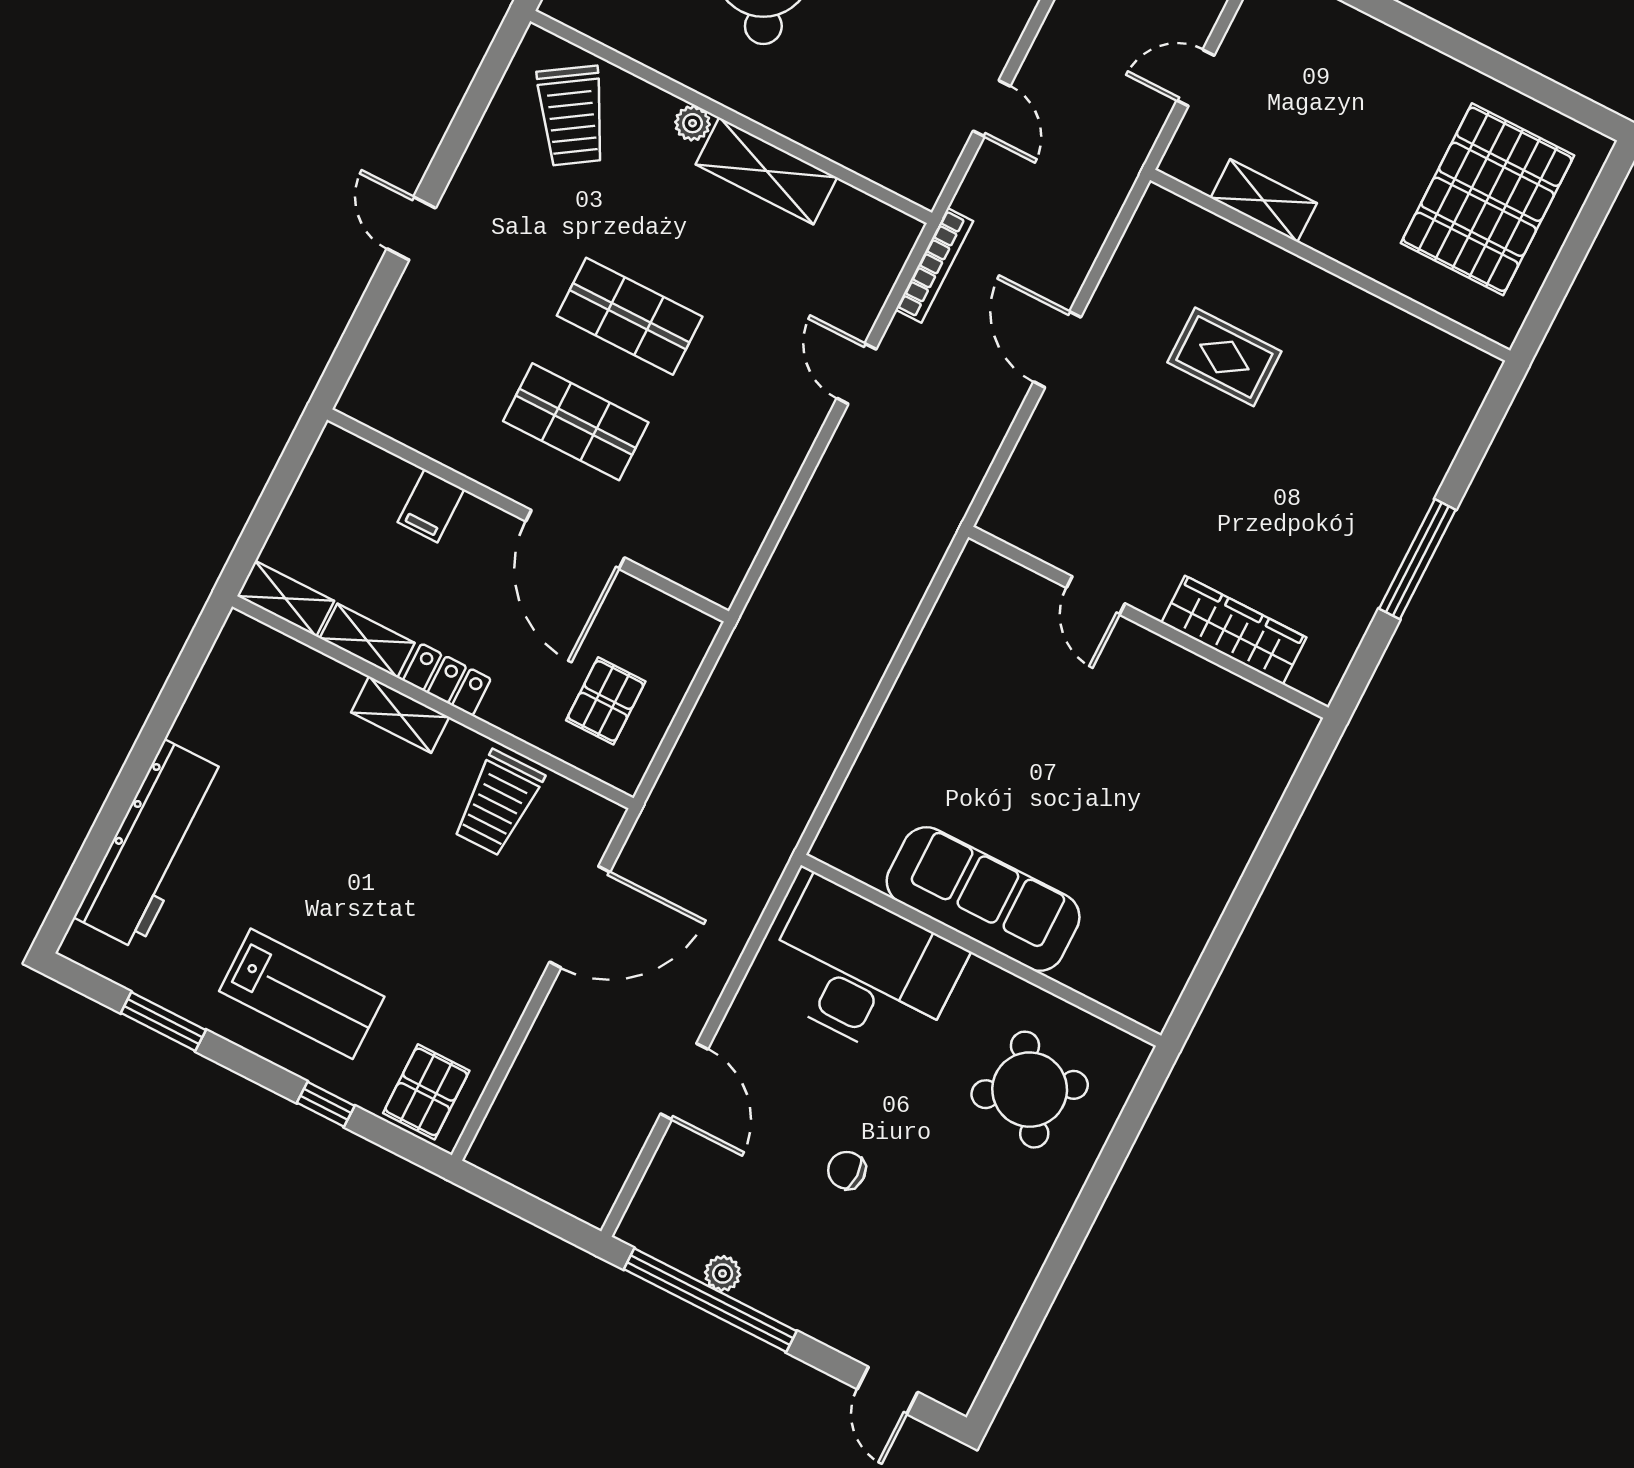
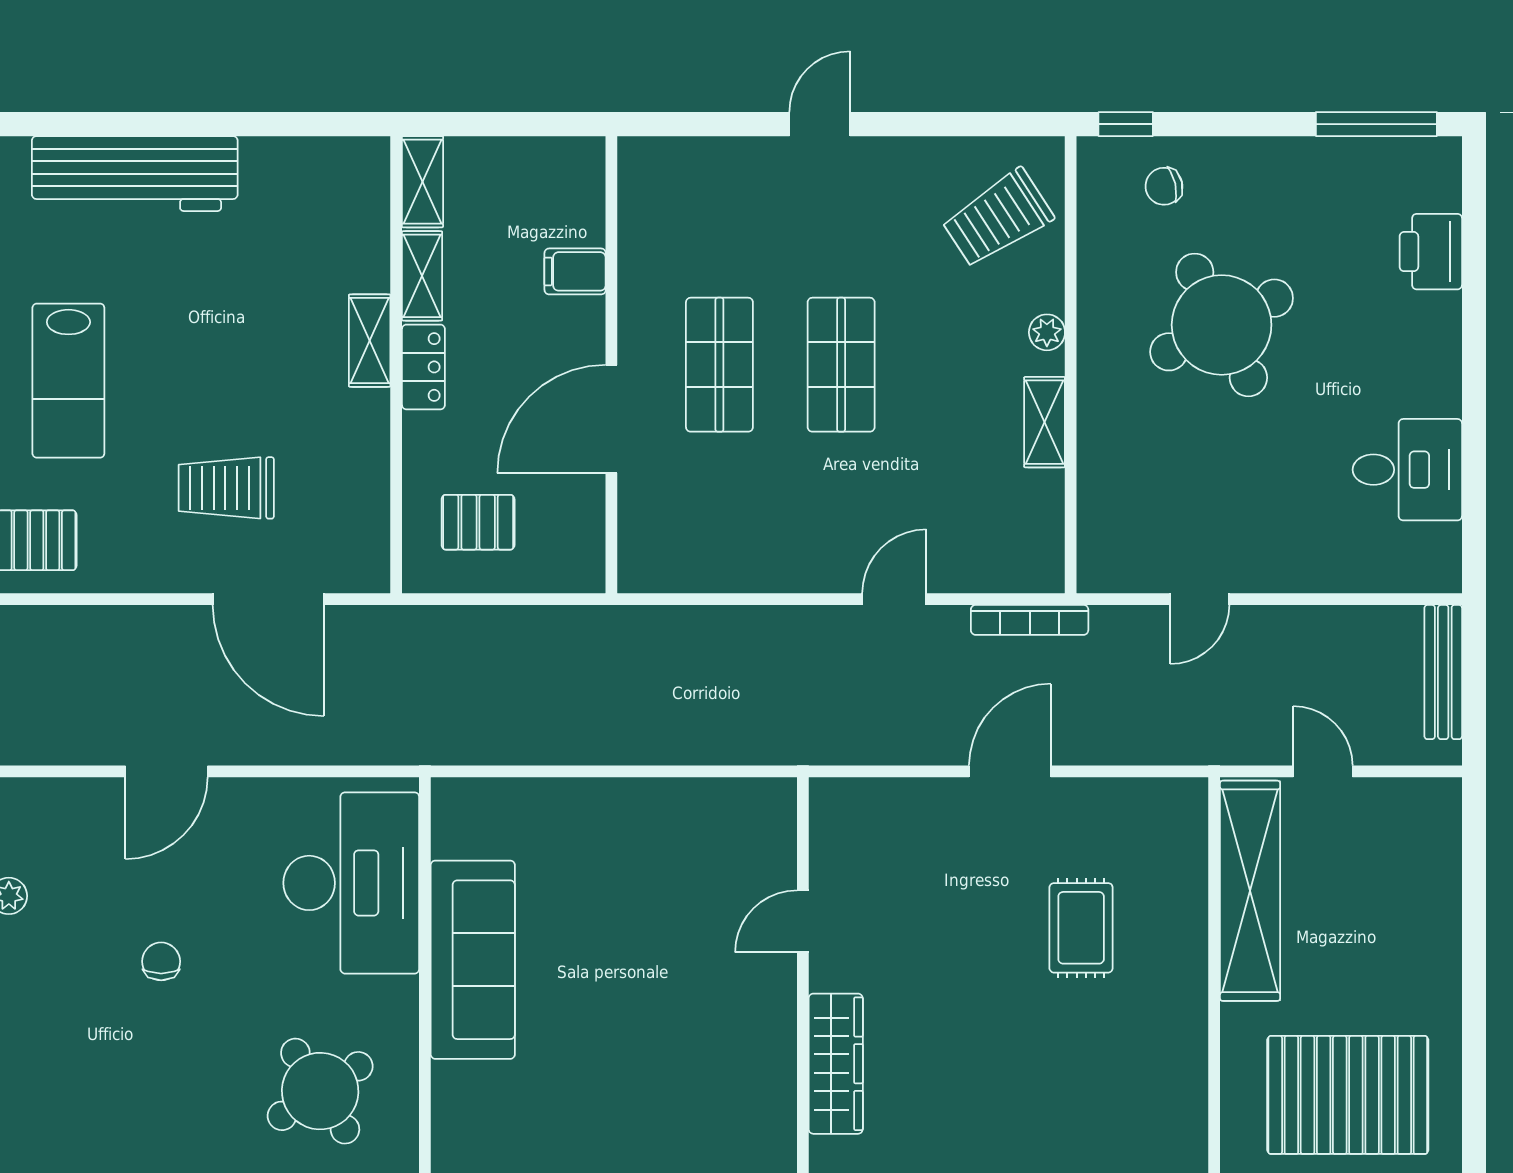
shelving: (766, 171) -> (1045, 422), width x0.67, depth x0.75
shelving: (1264, 200) -> (1250, 891), width x2.20, depth x1.33
trolley: (498, 803) -> (226, 488), moved

